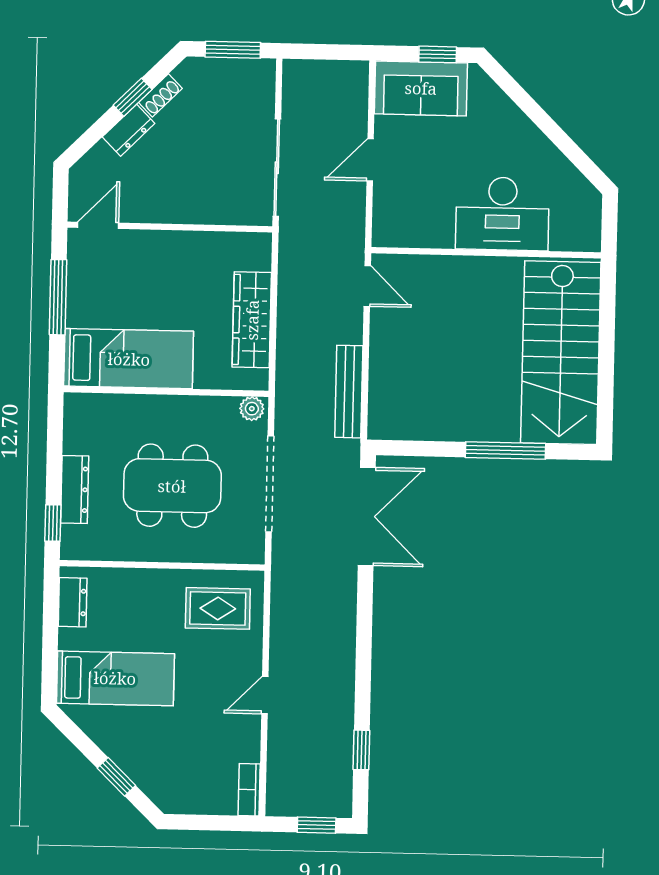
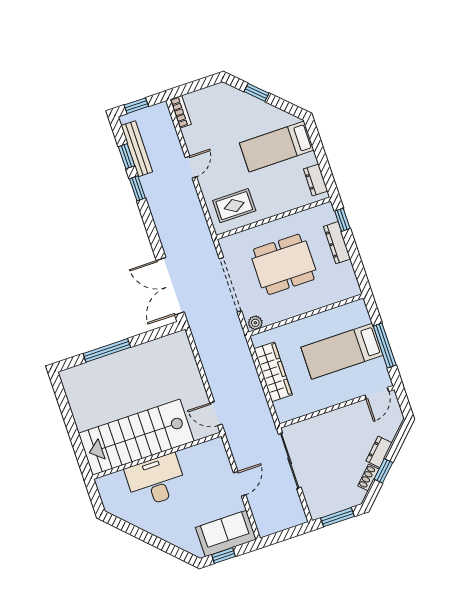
stairs: (561, 353) -> (136, 437), moved, turned -90
bed: (129, 359) -> (342, 351), moved
bench: (349, 392) -> (137, 149), moved
window: (363, 692) -> (137, 188), added

